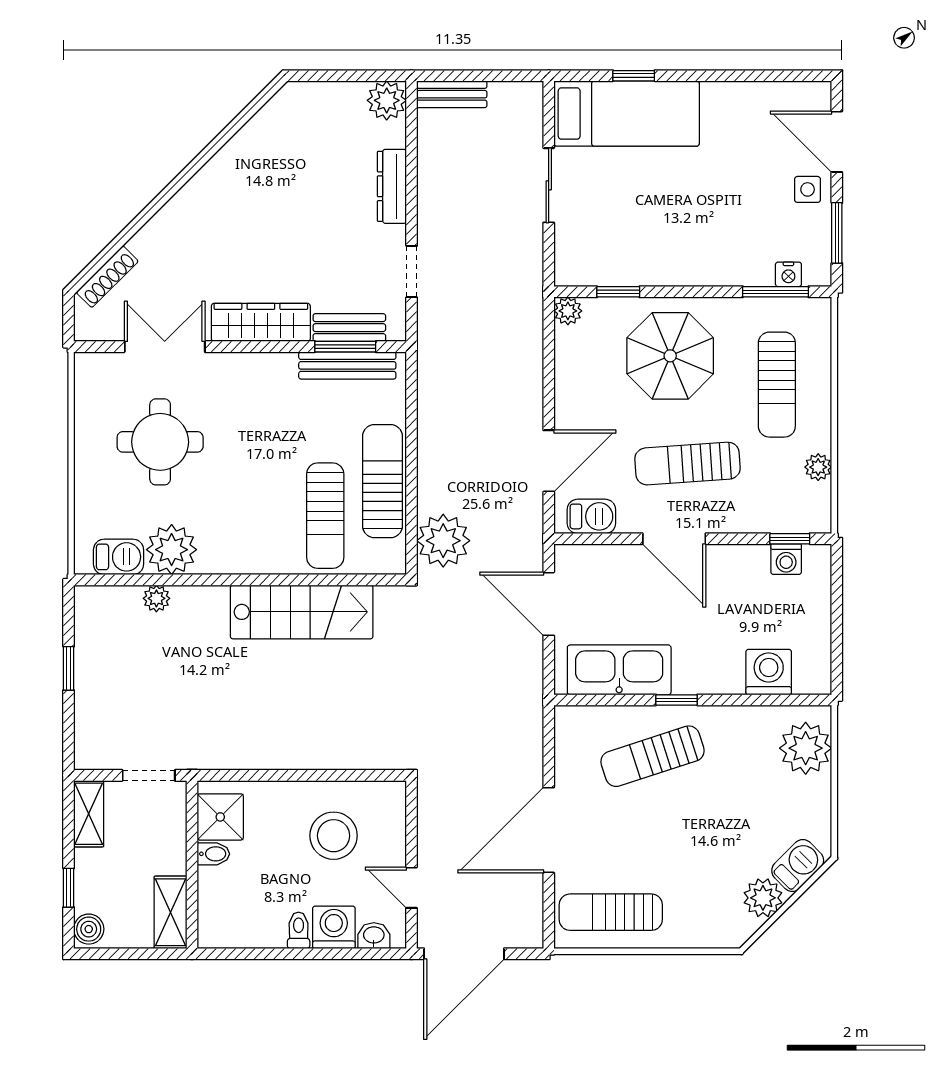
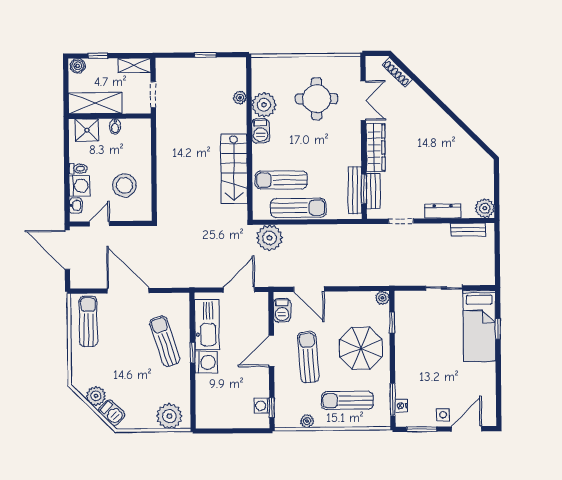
bench: (452, 94) -> (468, 230), moved, turned 90
barbecue: (119, 557) -> (261, 131), moved
washing machine: (769, 672) -> (206, 362), moved
shower: (220, 817) -> (87, 130), moved
shelving: (171, 912) -> (95, 103), width x1.50, depth x1.33

